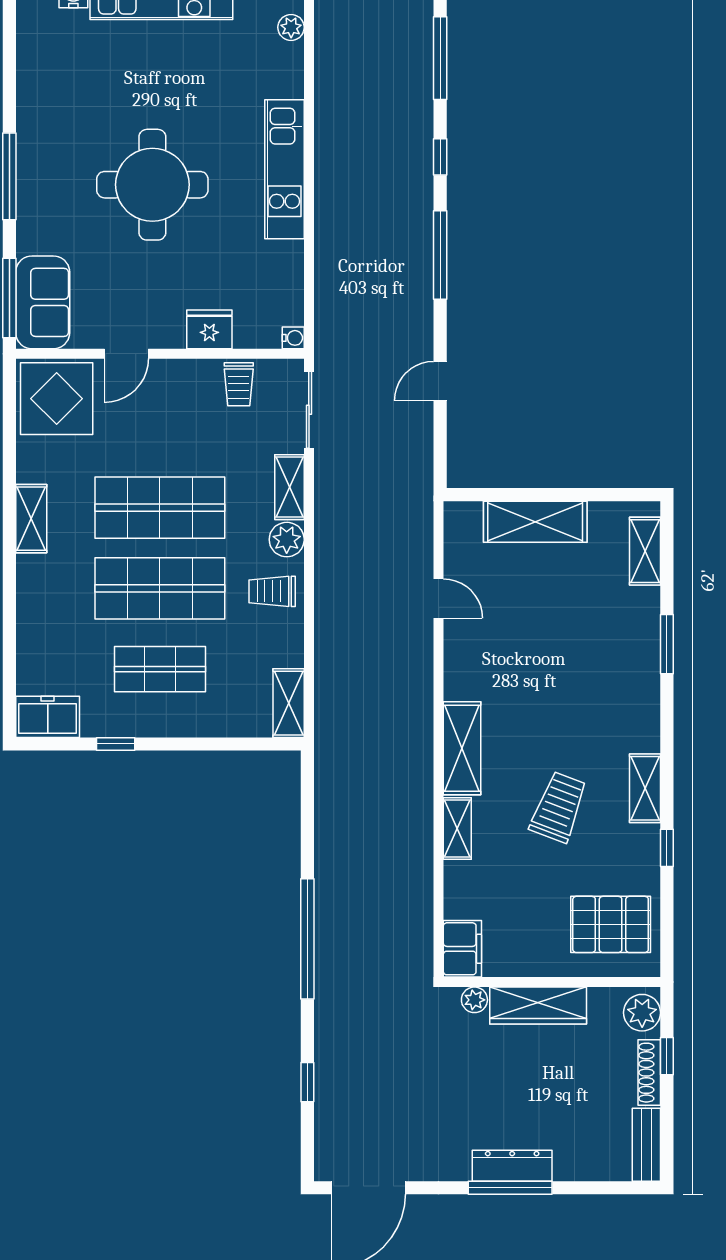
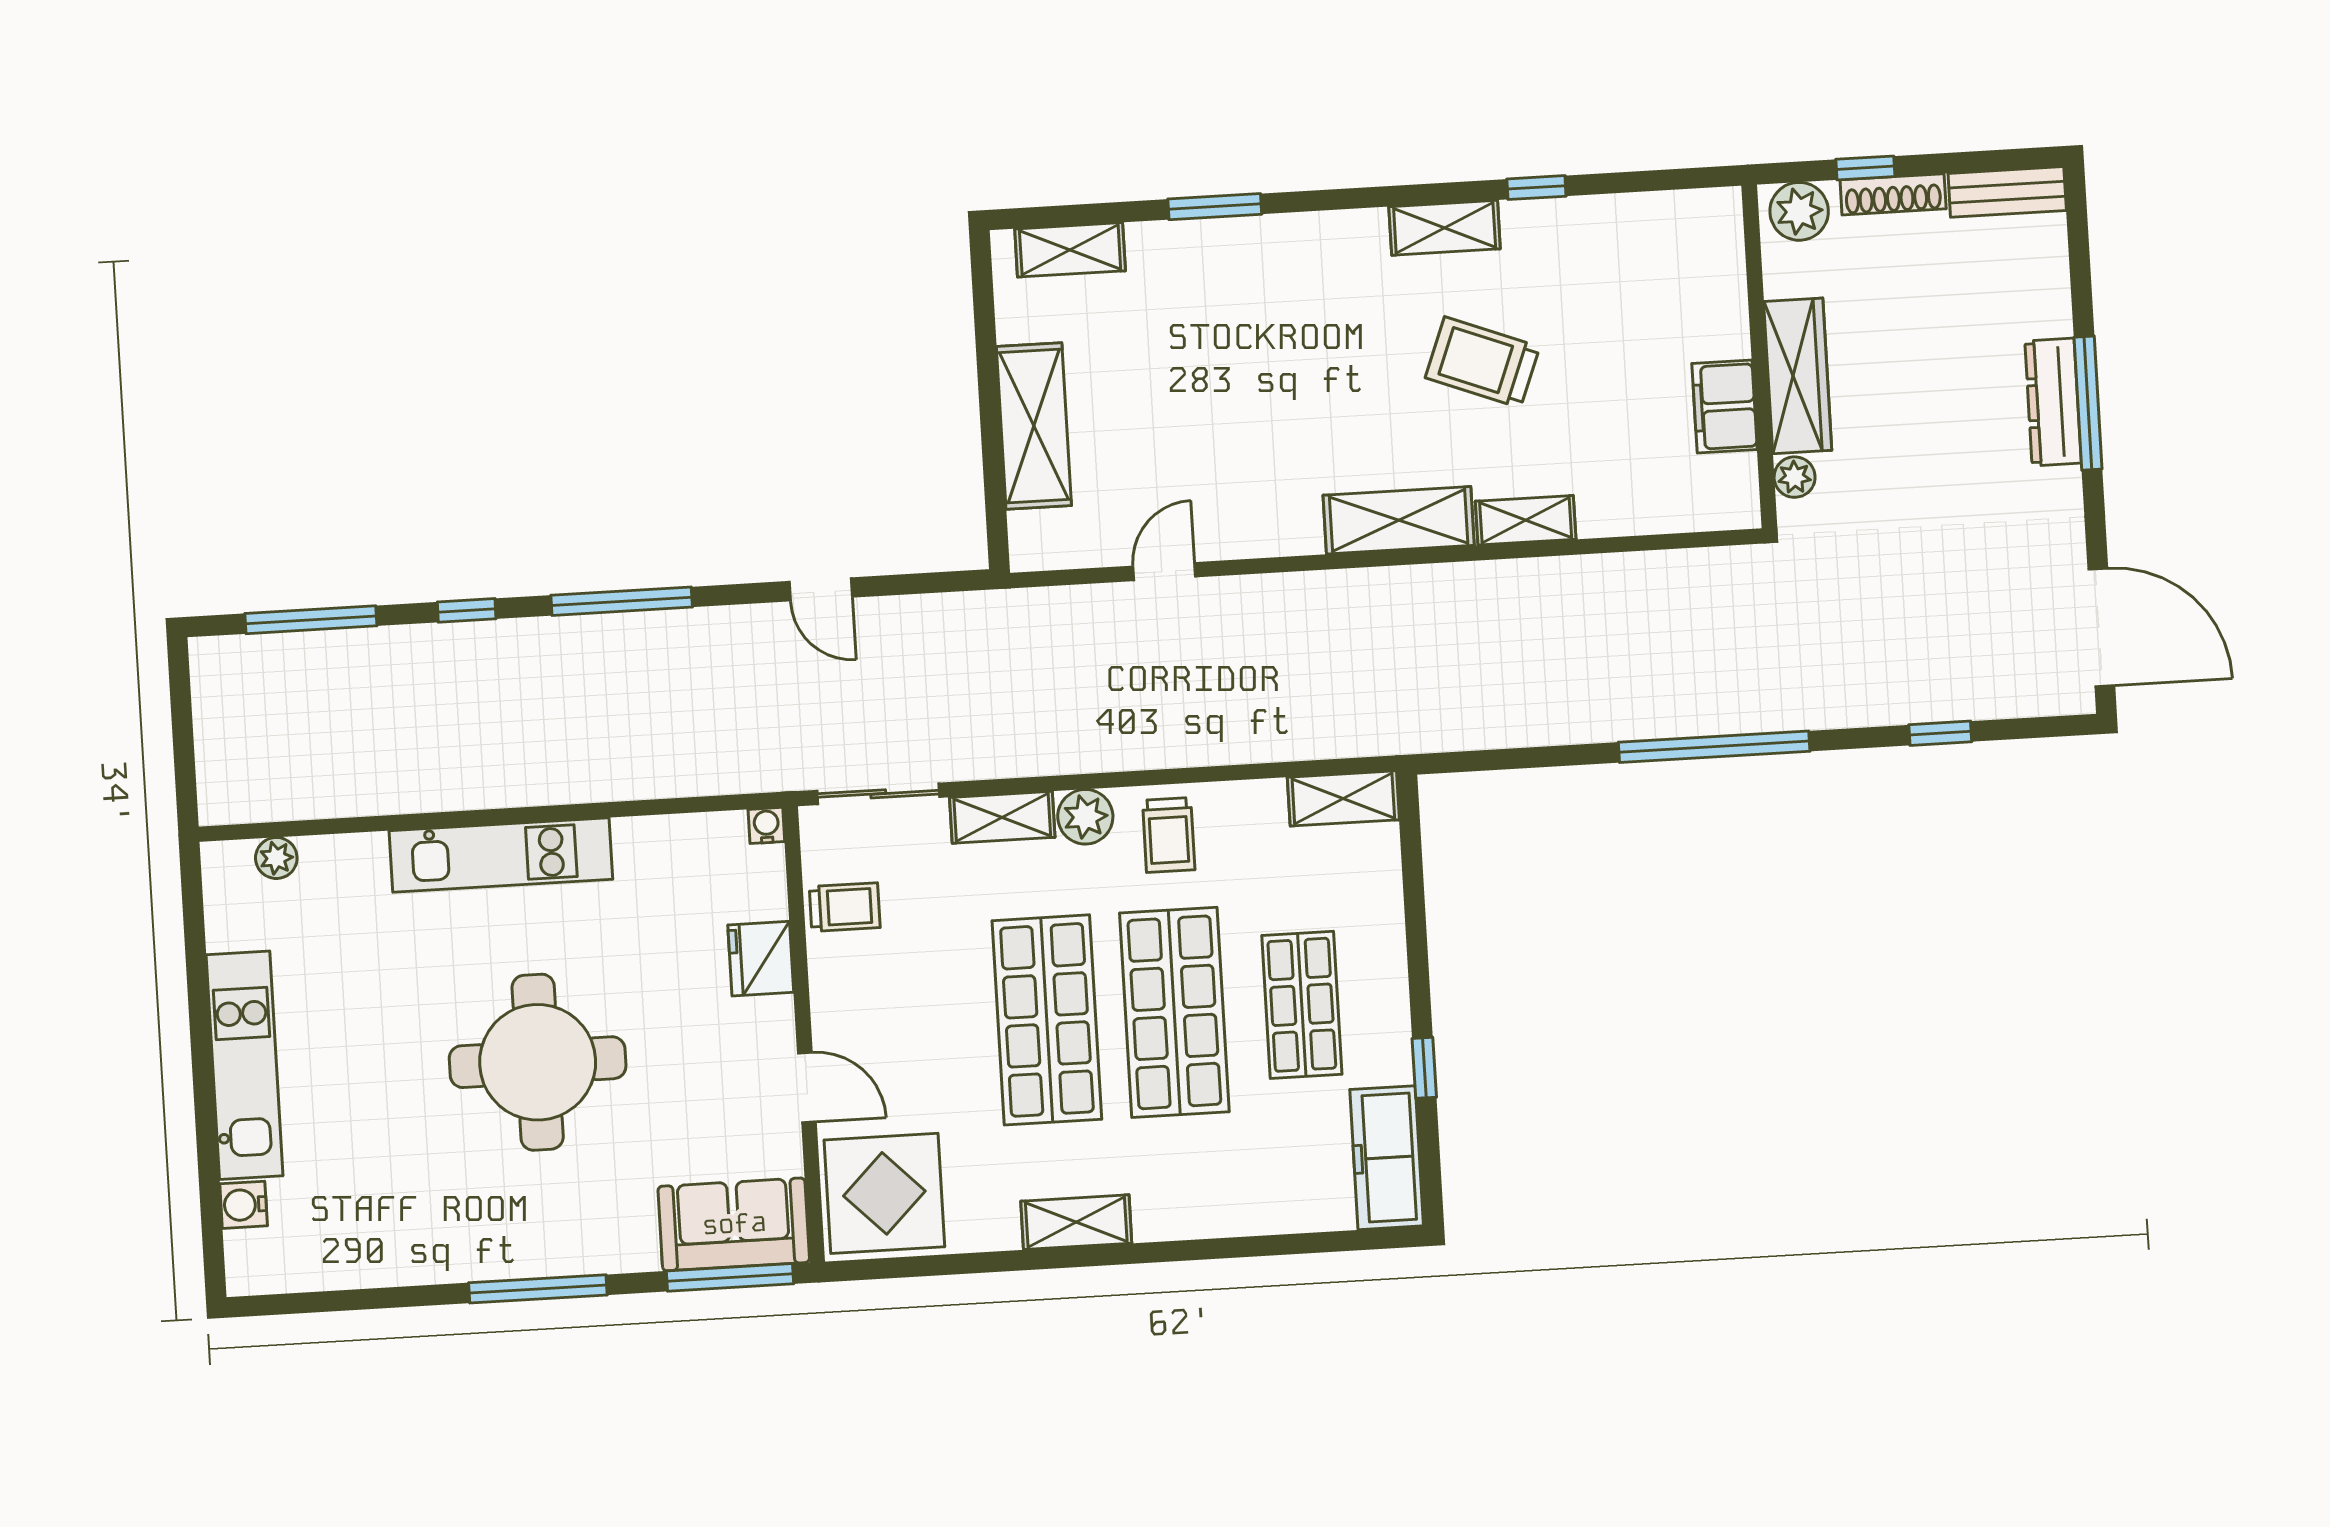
freezer: (48, 717) -> (1387, 1158), width x1.40
pallet: (611, 924) -> (1663, 269), removed
filing cabinet: (462, 949) -> (1725, 407), moved, turned -90

